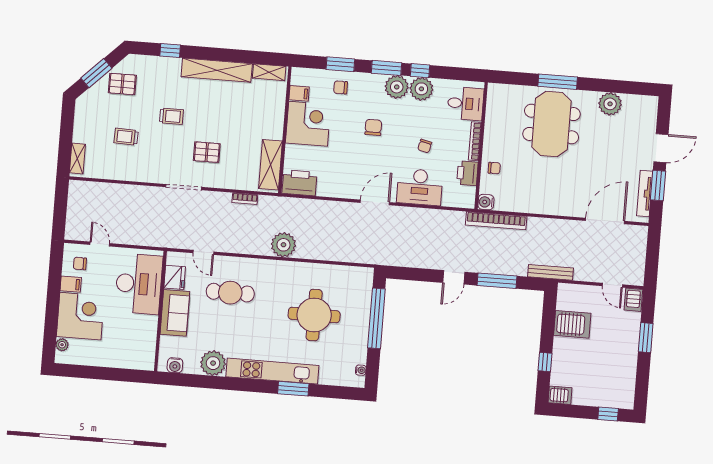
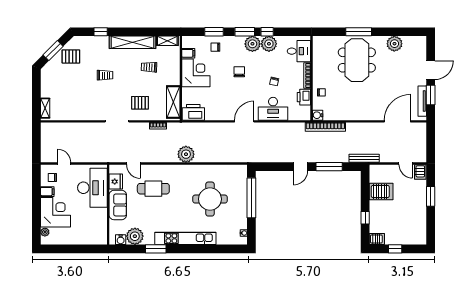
trolley: (126, 137) -> (149, 67), moved
pallet: (207, 152) -> (140, 103), moved
plant: (213, 363) -> (135, 236), moved
window: (293, 389) -> (156, 249), moved
window: (608, 414) -> (395, 249), moved

